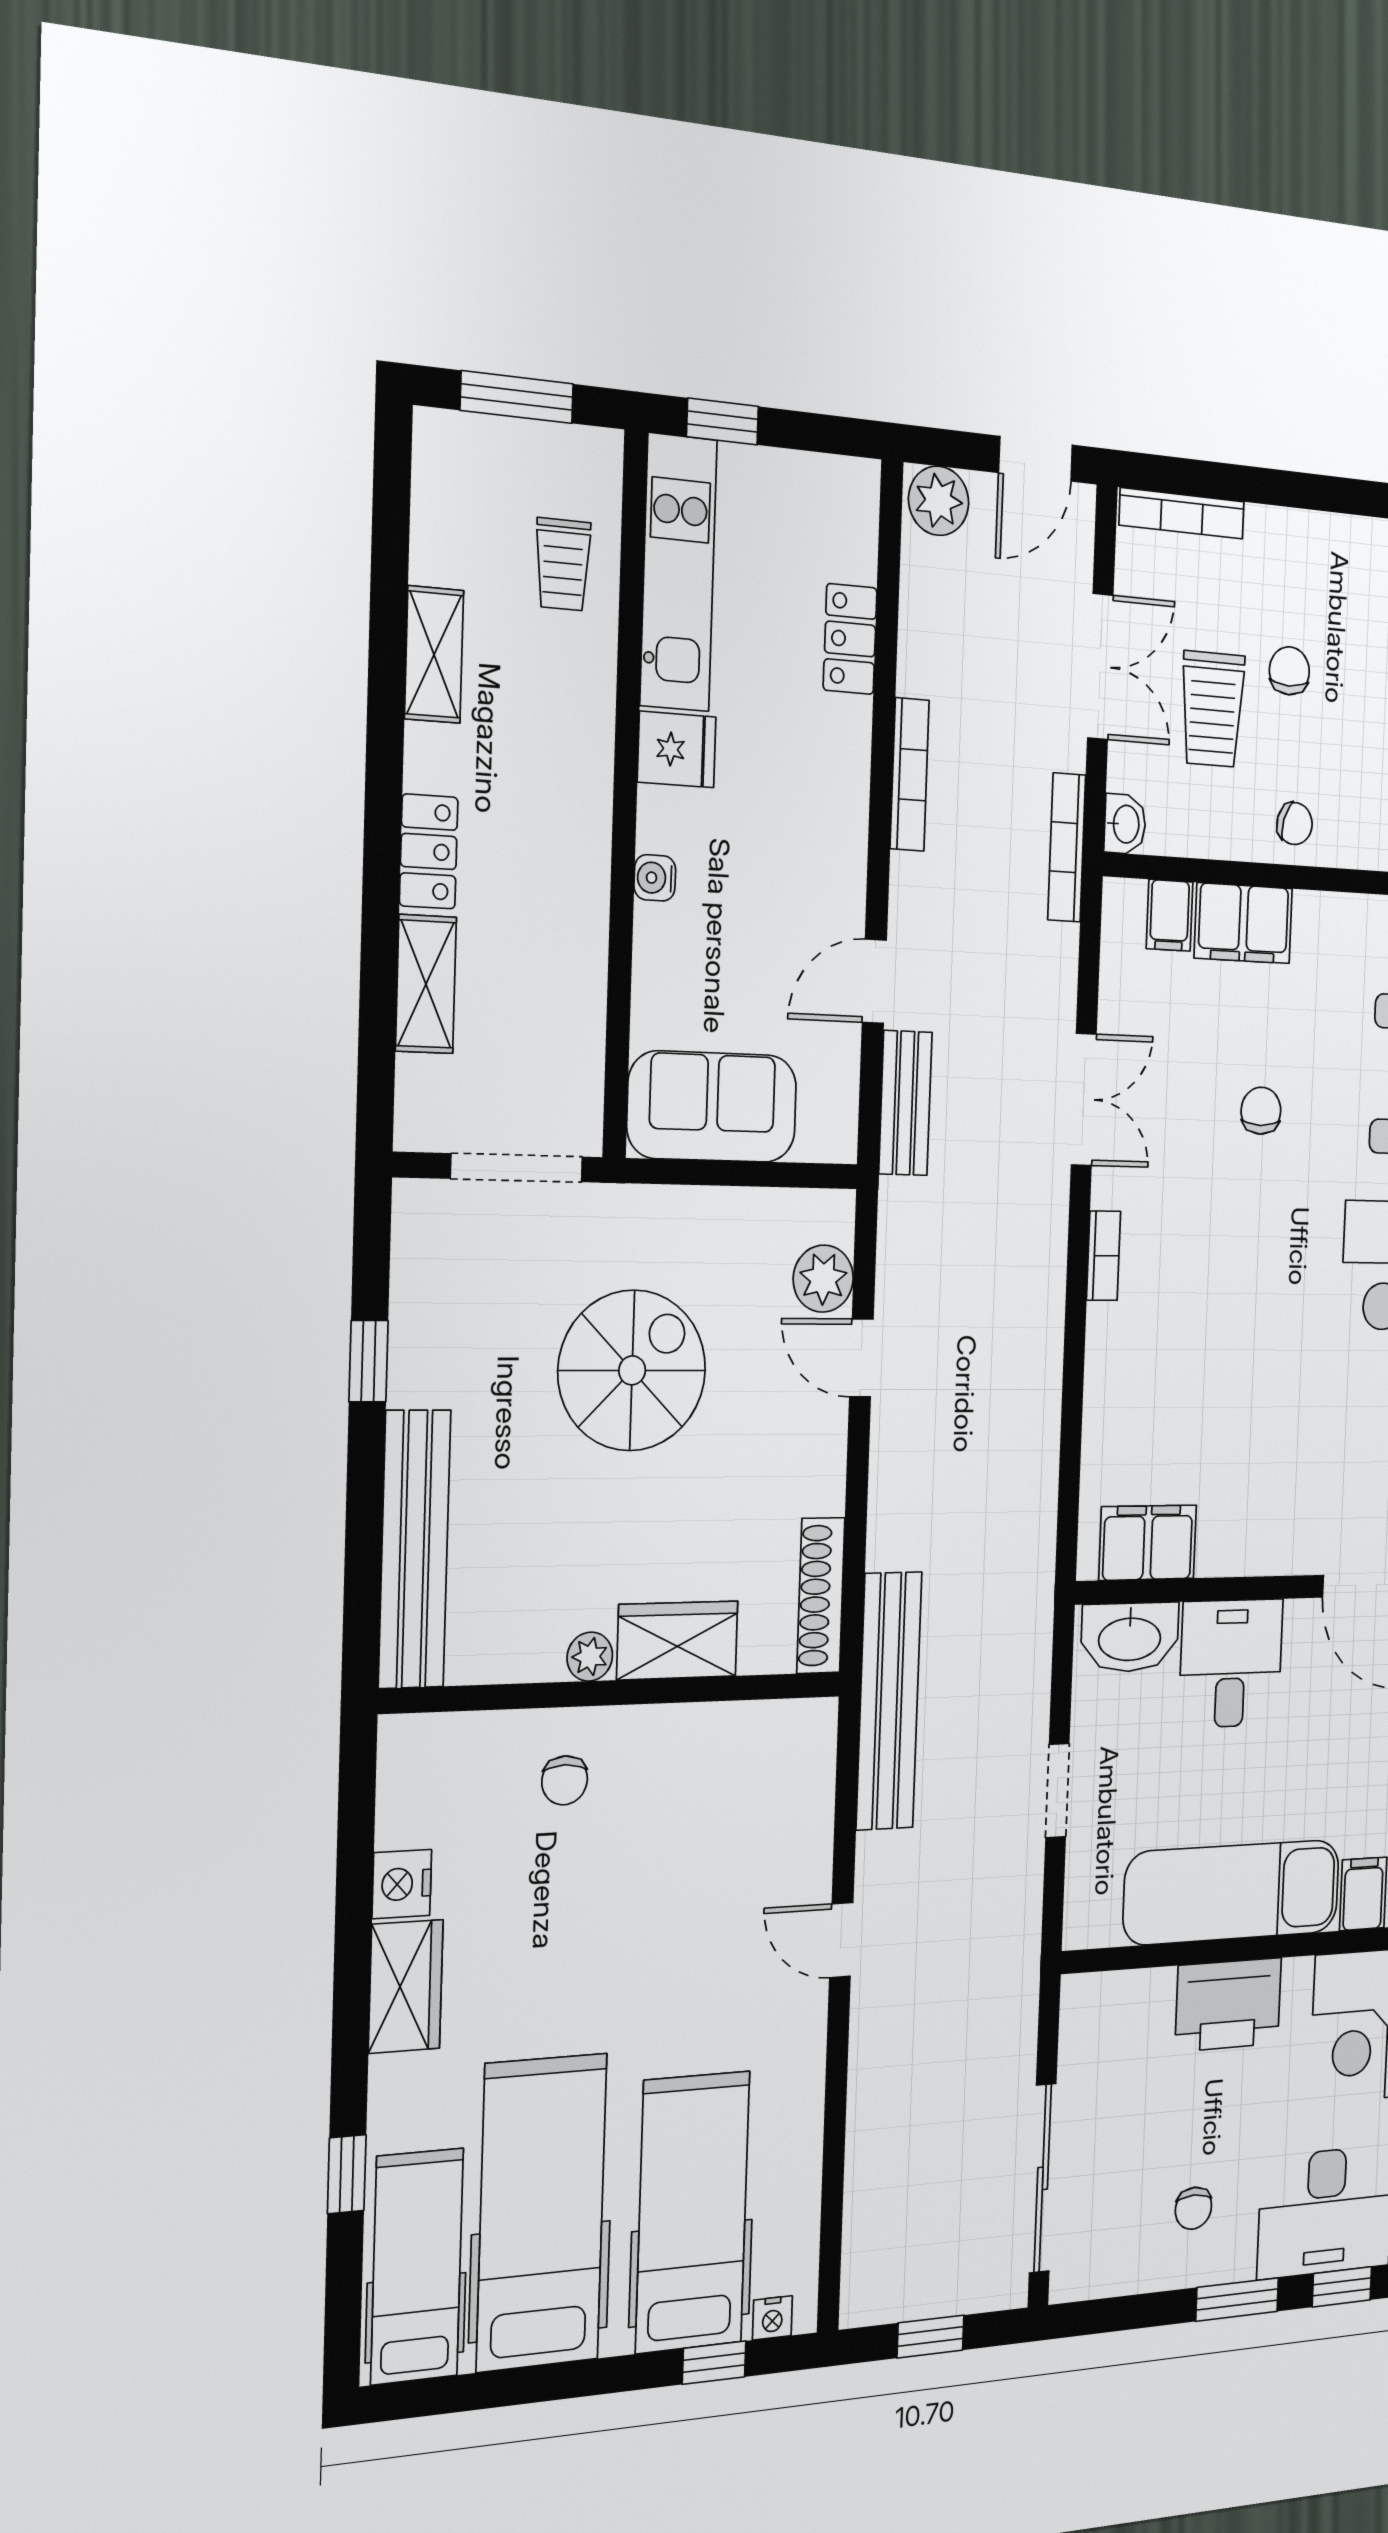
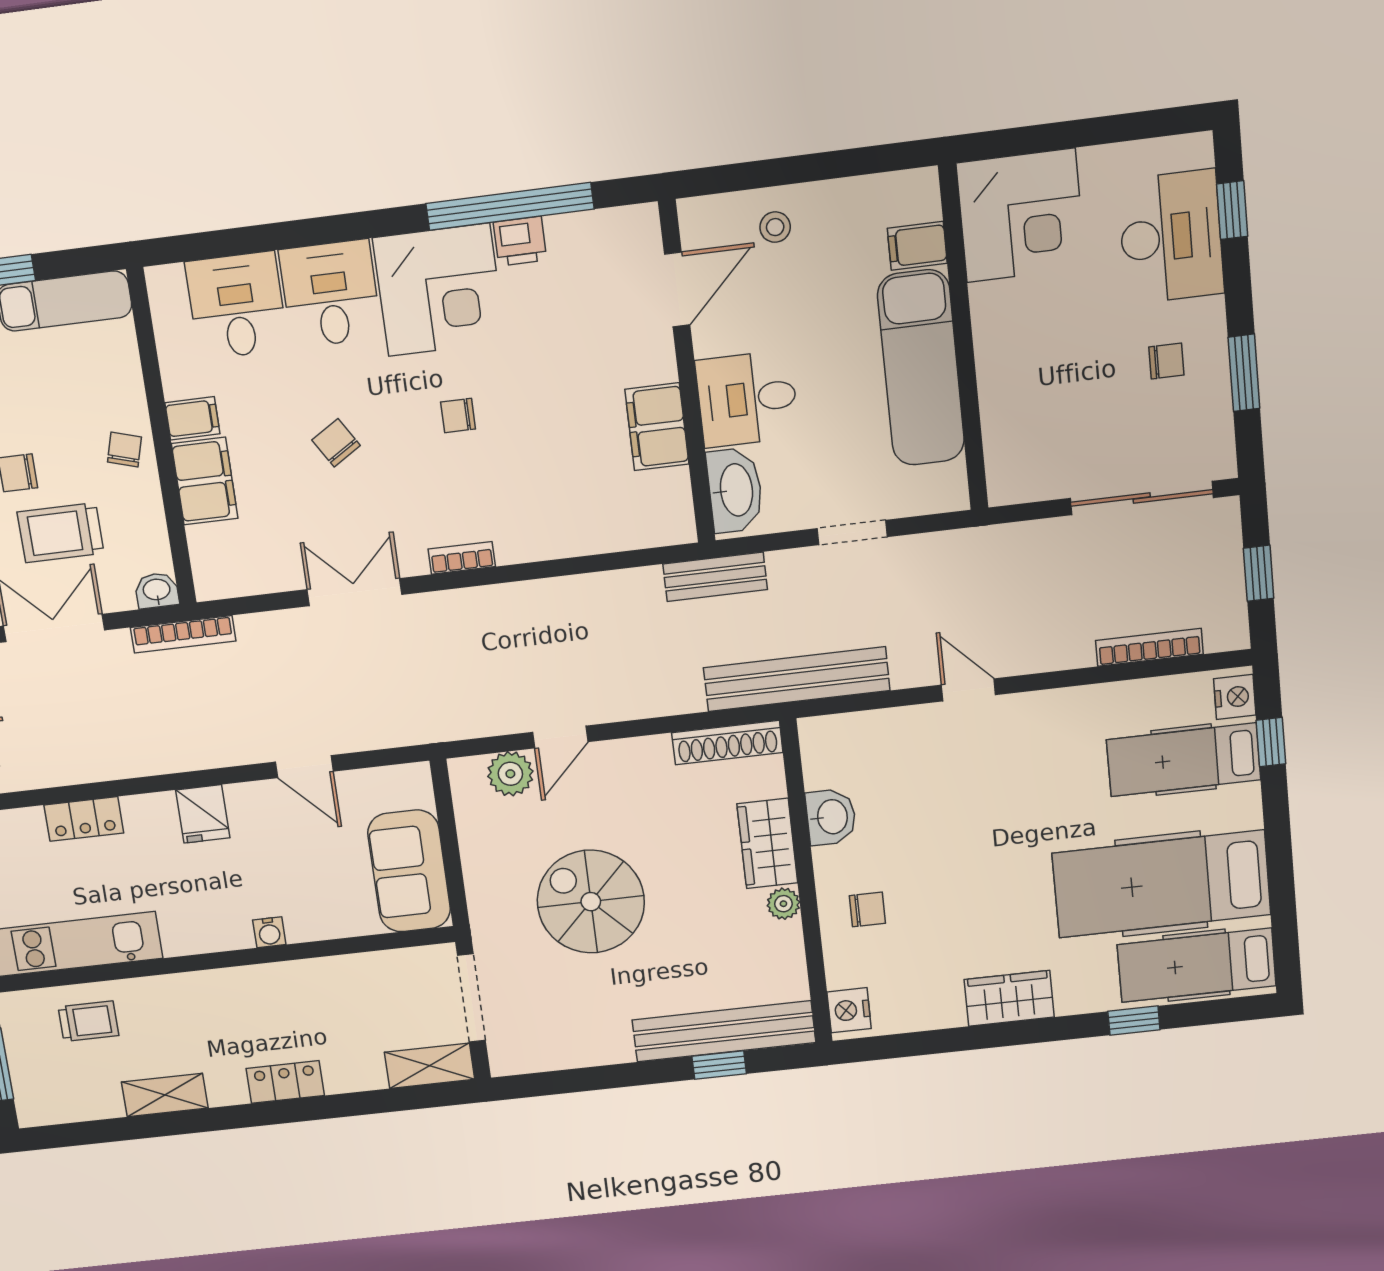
trolley: (1212, 709) -> (61, 533), turned 180
fridge: (677, 749) -> (203, 814), moved, turned 180
bookcase: (910, 775) -> (1149, 647), moved
filing cabinet: (1170, 915) -> (192, 418), moved
shelving: (426, 984) -> (430, 1066), moved
bench: (905, 1103) -> (715, 577), moved
chair: (1261, 1111) -> (336, 443), turned 58
chair: (1268, 1280) -> (458, 416), added
window: (368, 1361) -> (719, 1065), moved
filing cabinet: (1148, 1543) -> (657, 427), moved
washbasin: (701, 1736) -> (831, 817), added
nightstand: (402, 1884) -> (849, 1010), moved, turned 90
door: (841, 1940) -> (968, 690), swing flipped
printer: (1228, 2005) -> (1008, 356), removed
hospital bed: (693, 2212) -> (1184, 760), width x0.73, depth x0.78
window: (1237, 2299) -> (1244, 373), moved
nightstand: (772, 2318) -> (1235, 697), width x1.39, depth x1.35

